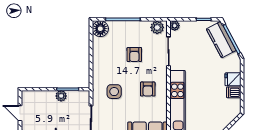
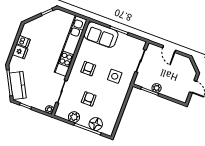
plant: (157, 27) -> (74, 117), moved
floor lamp: (100, 29) -> (96, 124), moved

